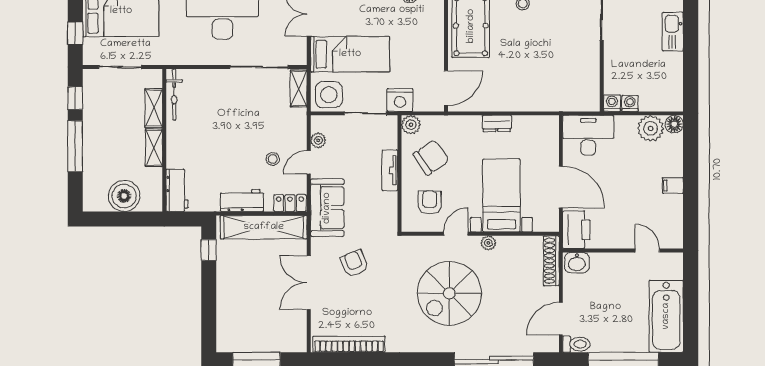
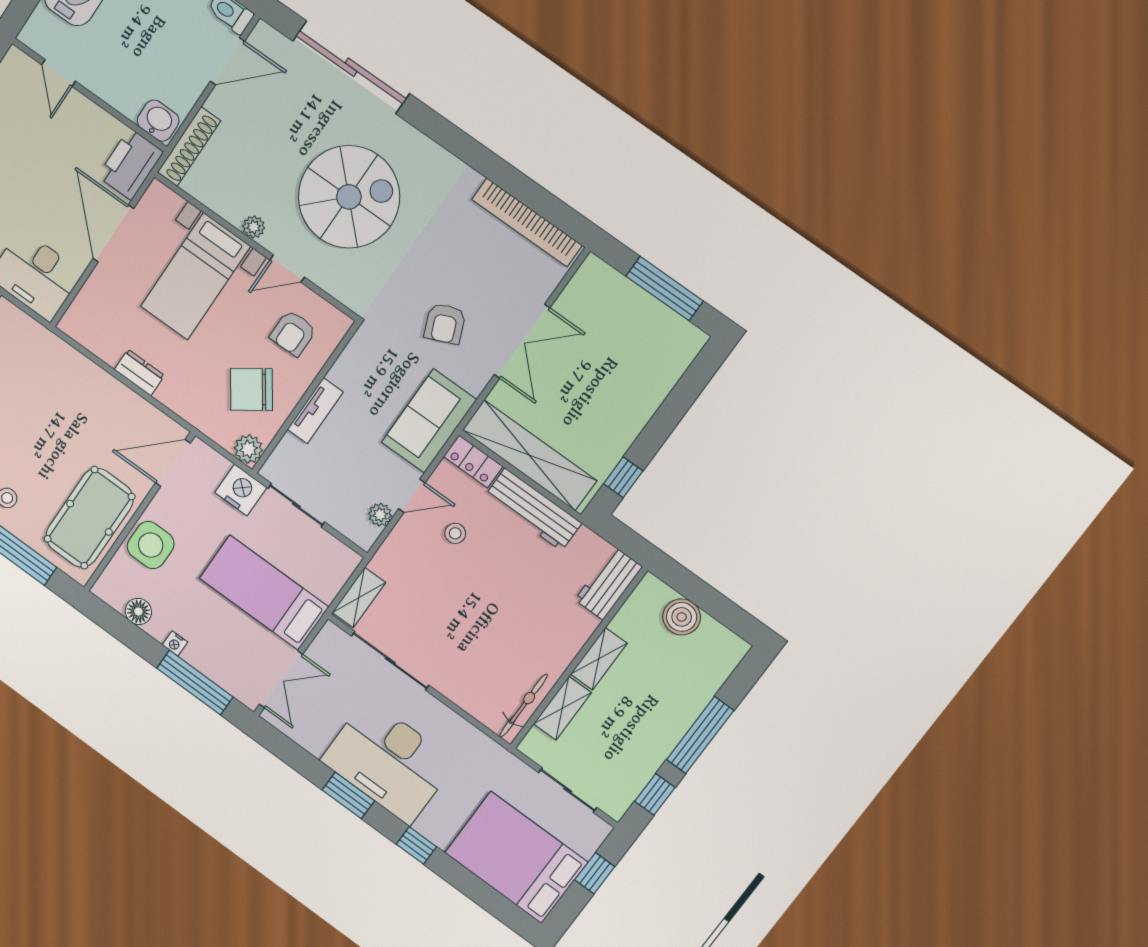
side table: (329, 95) -> (151, 545), moved
boiler: (124, 196) -> (682, 617), width x0.73, depth x0.73
workbench: (242, 200) -> (533, 510), width x1.38

